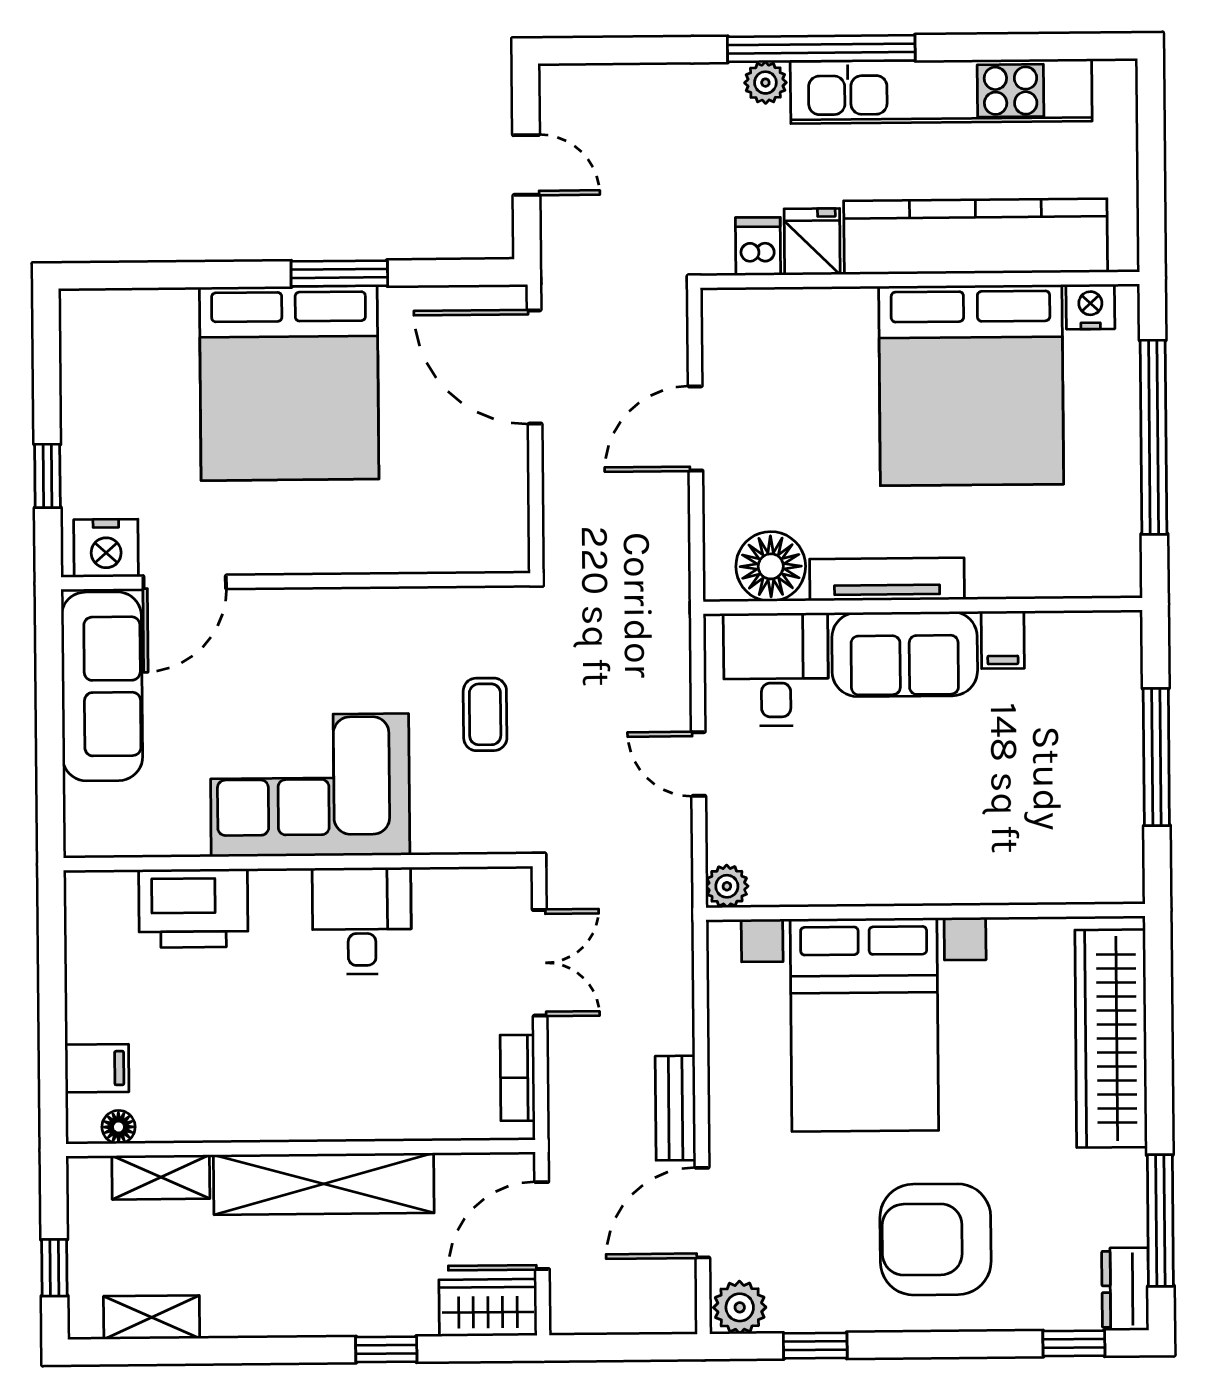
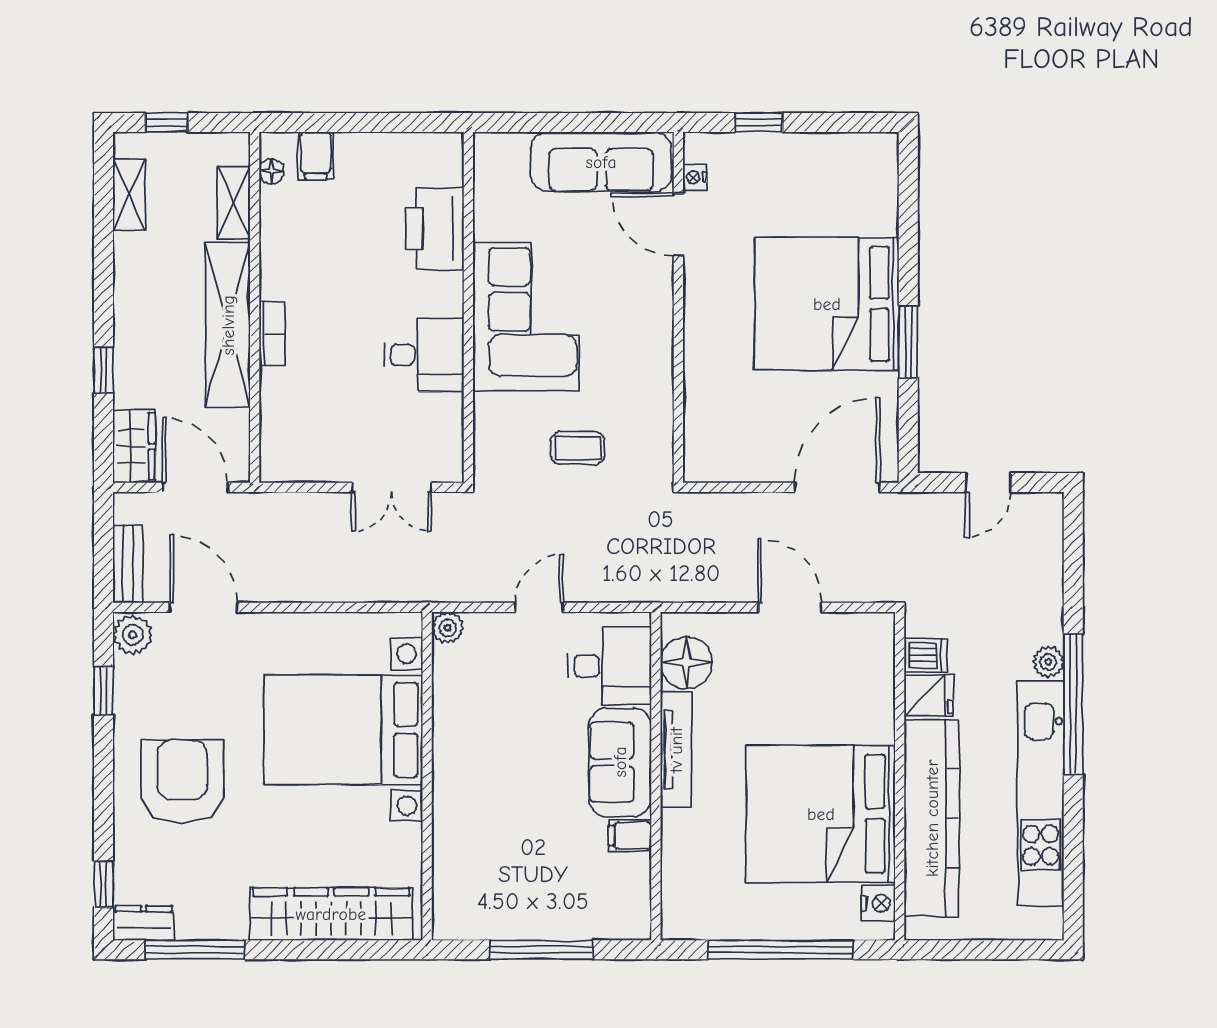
nightstand: (106, 548) -> (695, 177), width x0.53, depth x0.56
bookcase: (518, 1078) -> (272, 334), moved, turned 90
bench: (676, 1108) -> (128, 564), moved, turned 90

